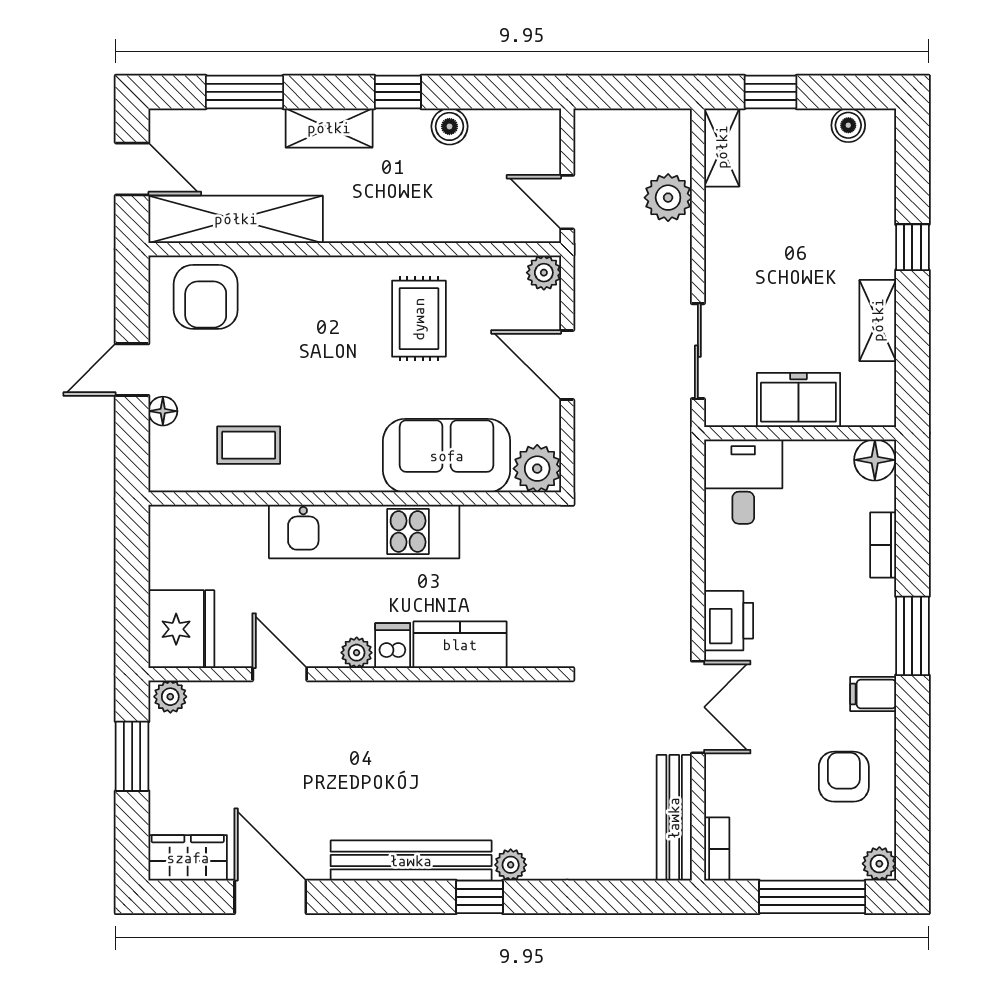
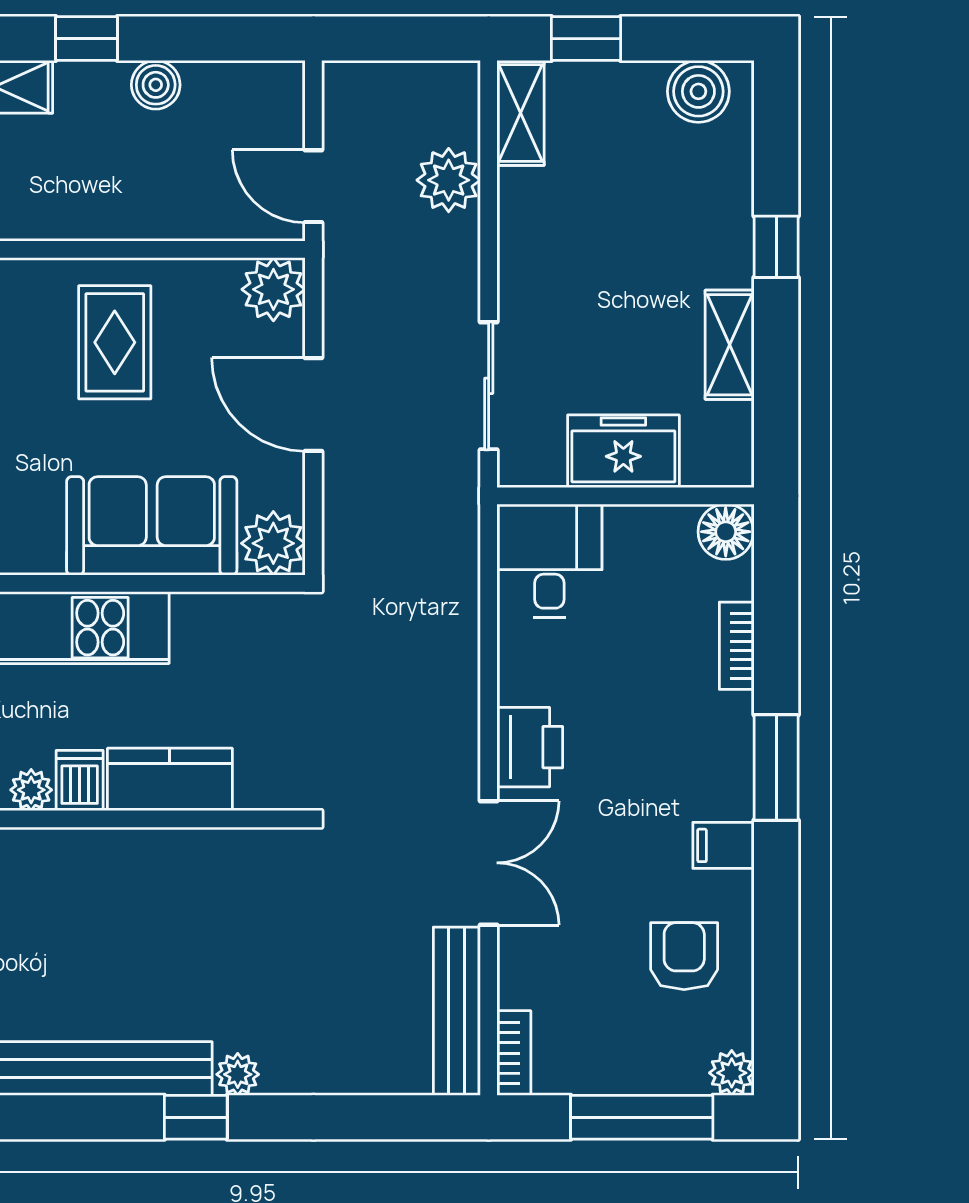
boiler: (848, 125) -> (698, 91), width x1.36, depth x1.36
plant: (544, 273) -> (273, 289), width x1.38, depth x1.38

